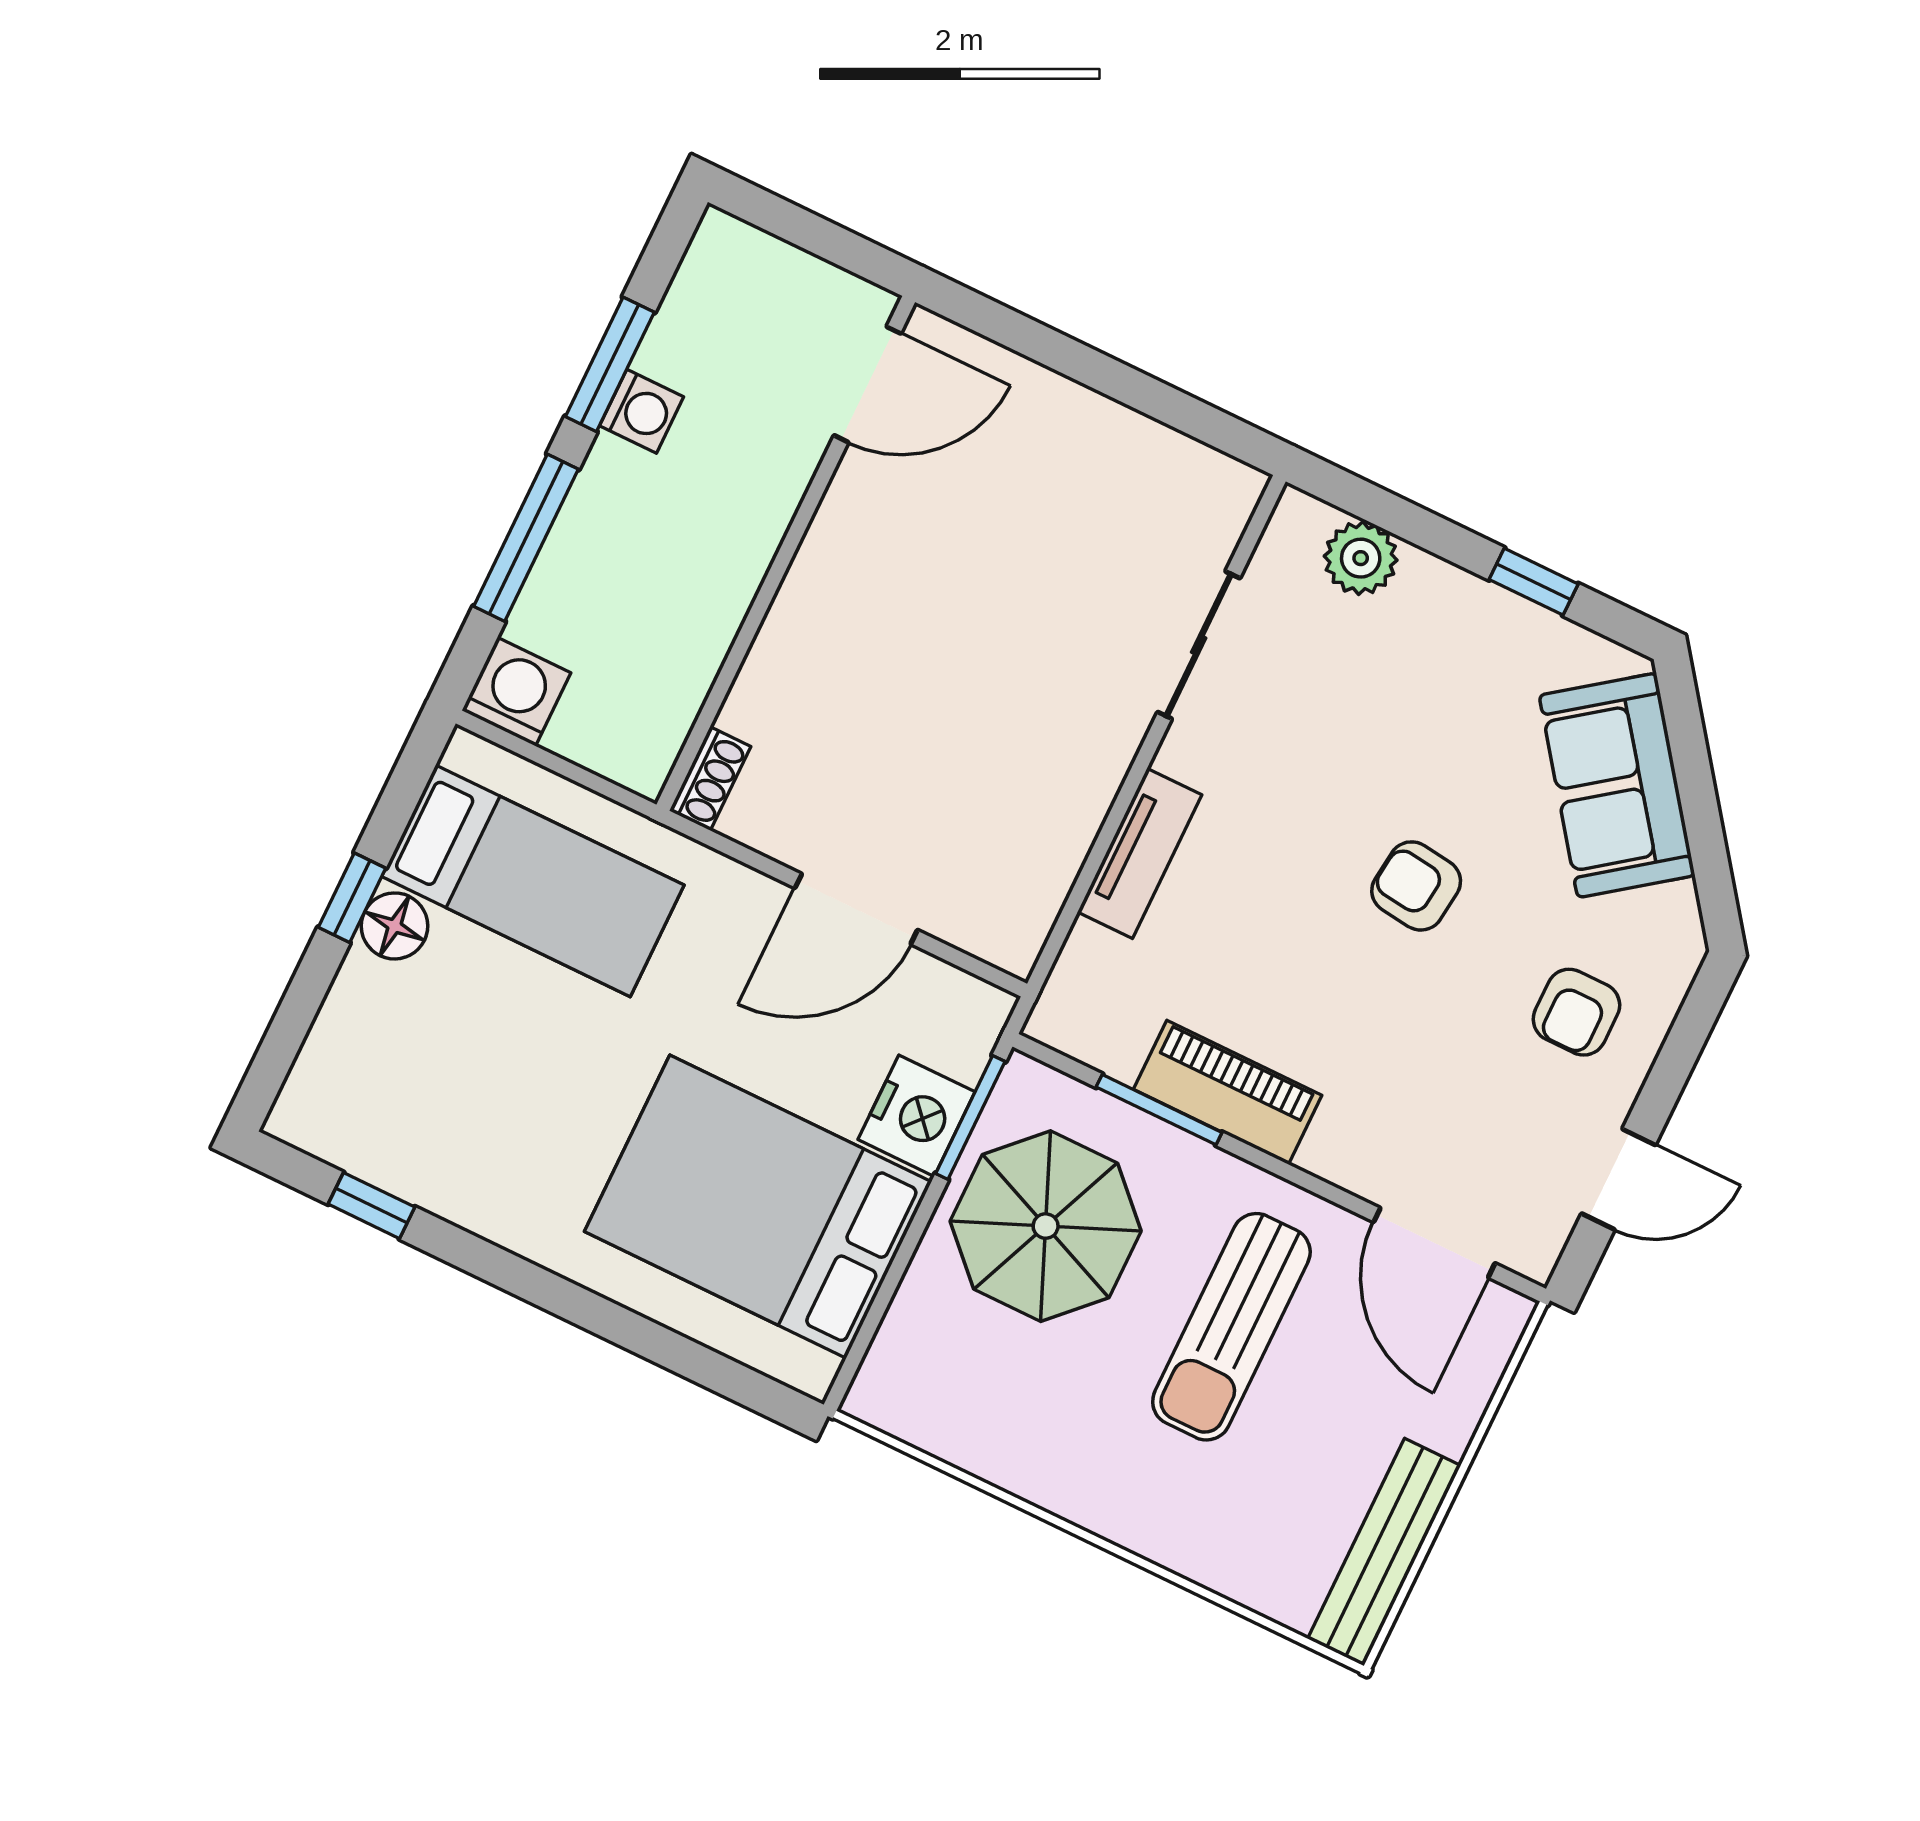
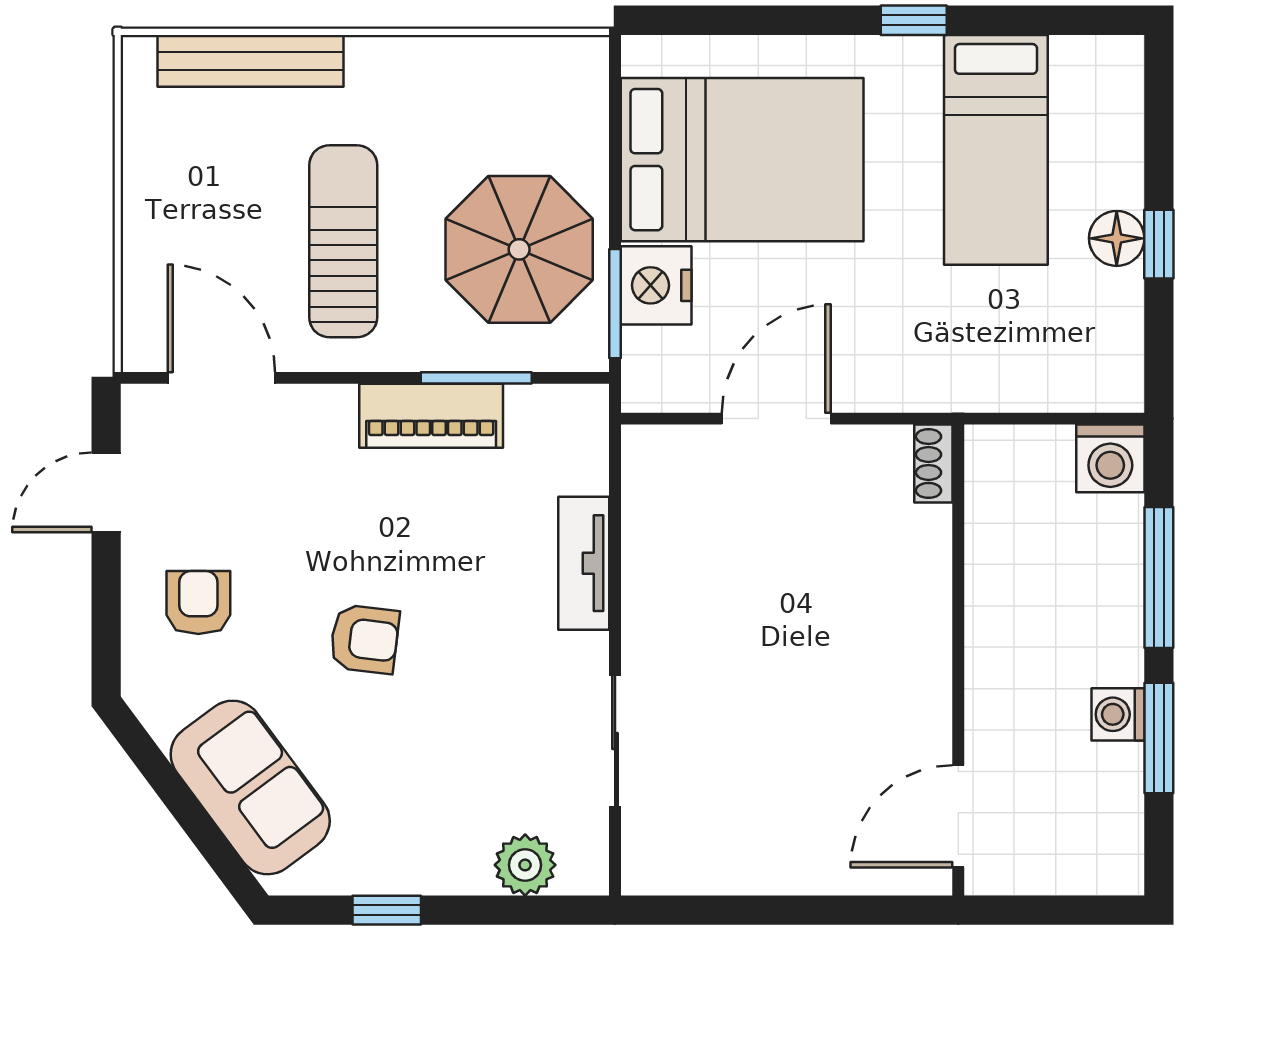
bed: (533, 881) -> (996, 150), moved, turned -90
window: (372, 1206) -> (914, 20), moved
bench: (1384, 1552) -> (251, 61), moved, turned 90

